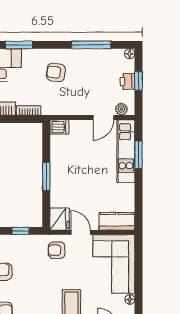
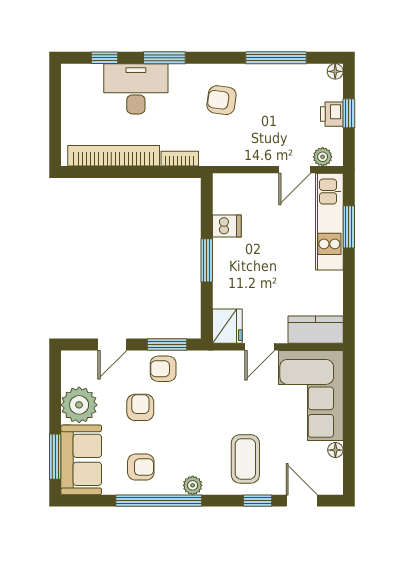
dishwasher: (59, 127) -> (227, 226), moved
window: (21, 231) -> (167, 344), width x1.50
door: (81, 232) -> (260, 347), swing flipped
armchair: (57, 250) -> (163, 369), moved

